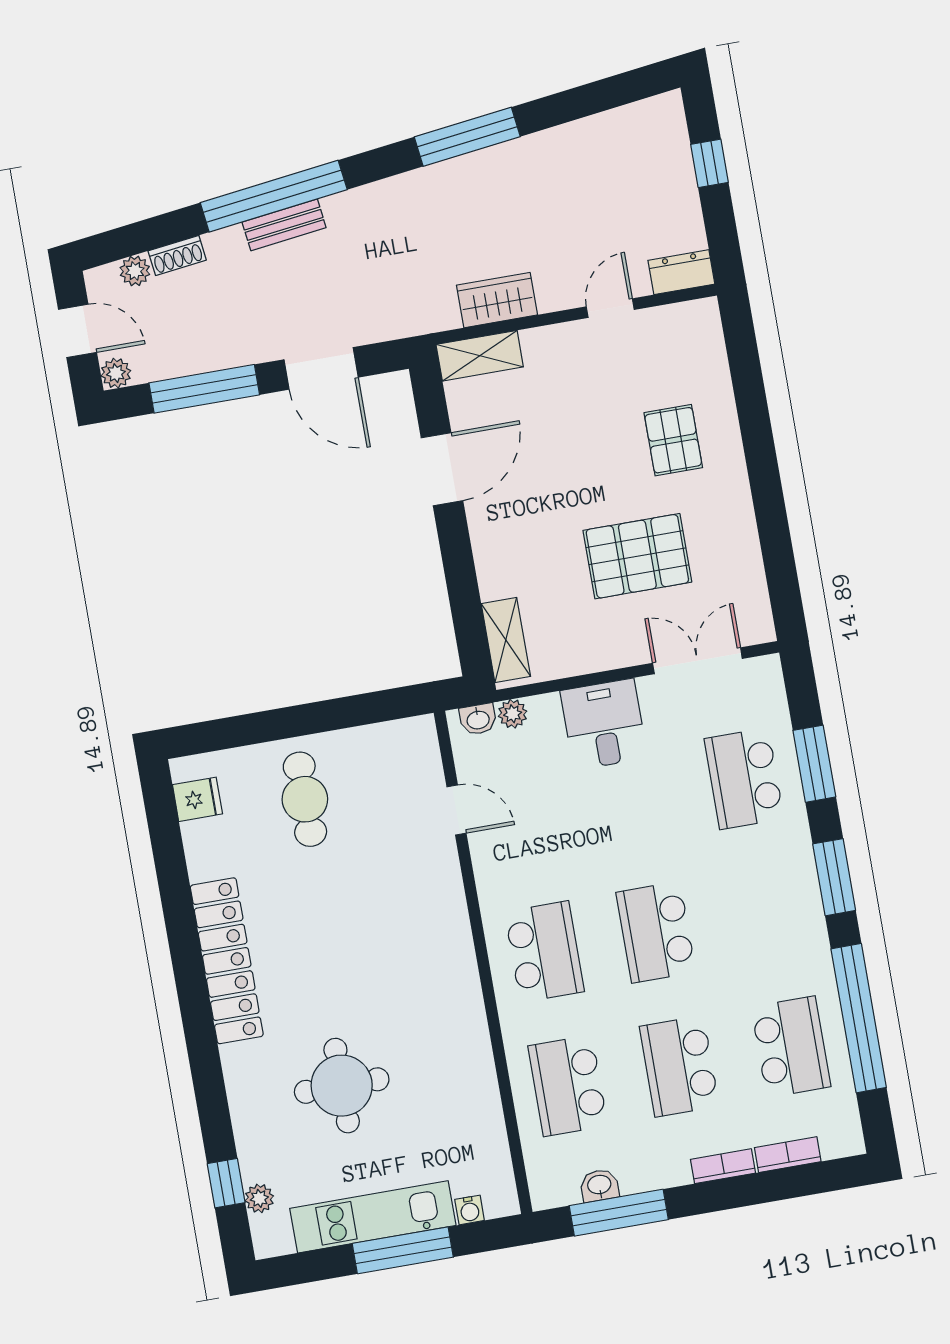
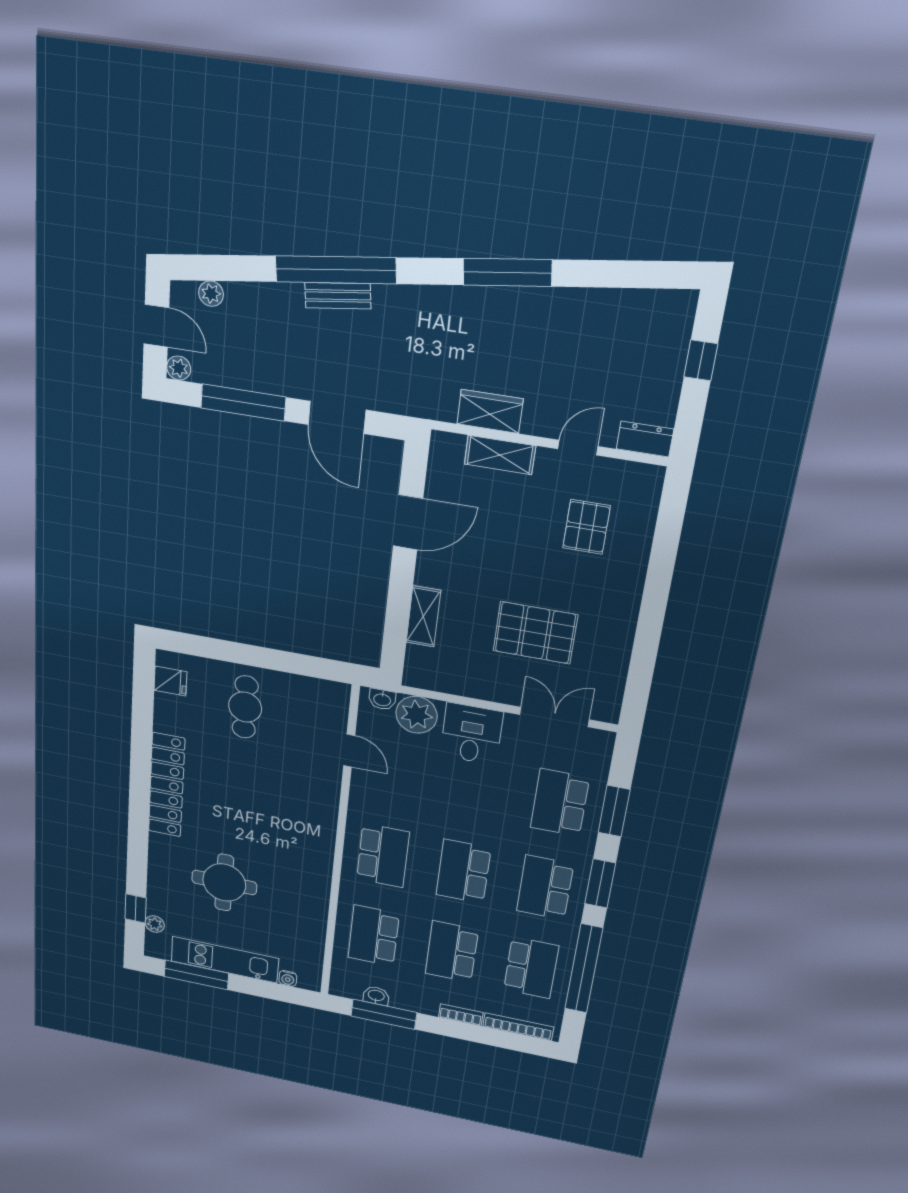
shoe rack: (177, 255) -> (247, 292), removed
shelving: (480, 356) -> (500, 455), moved
pallet: (673, 440) -> (586, 527), moved
shelving: (506, 640) -> (423, 616), moved
plant: (513, 714) -> (417, 715), width x1.88, depth x1.88
school desk: (767, 913) -> (545, 887), added
bookcase: (788, 1155) -> (518, 1027), width x1.56
window: (403, 1250) -> (196, 975), moved

